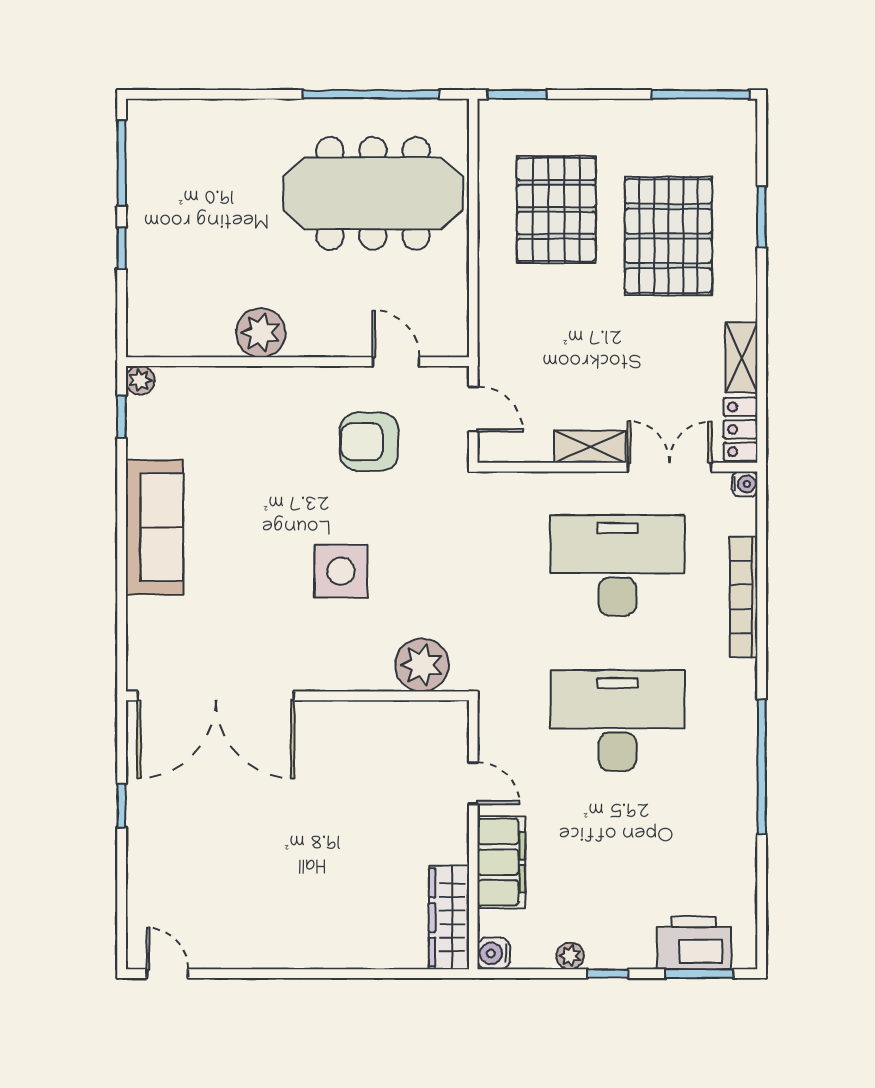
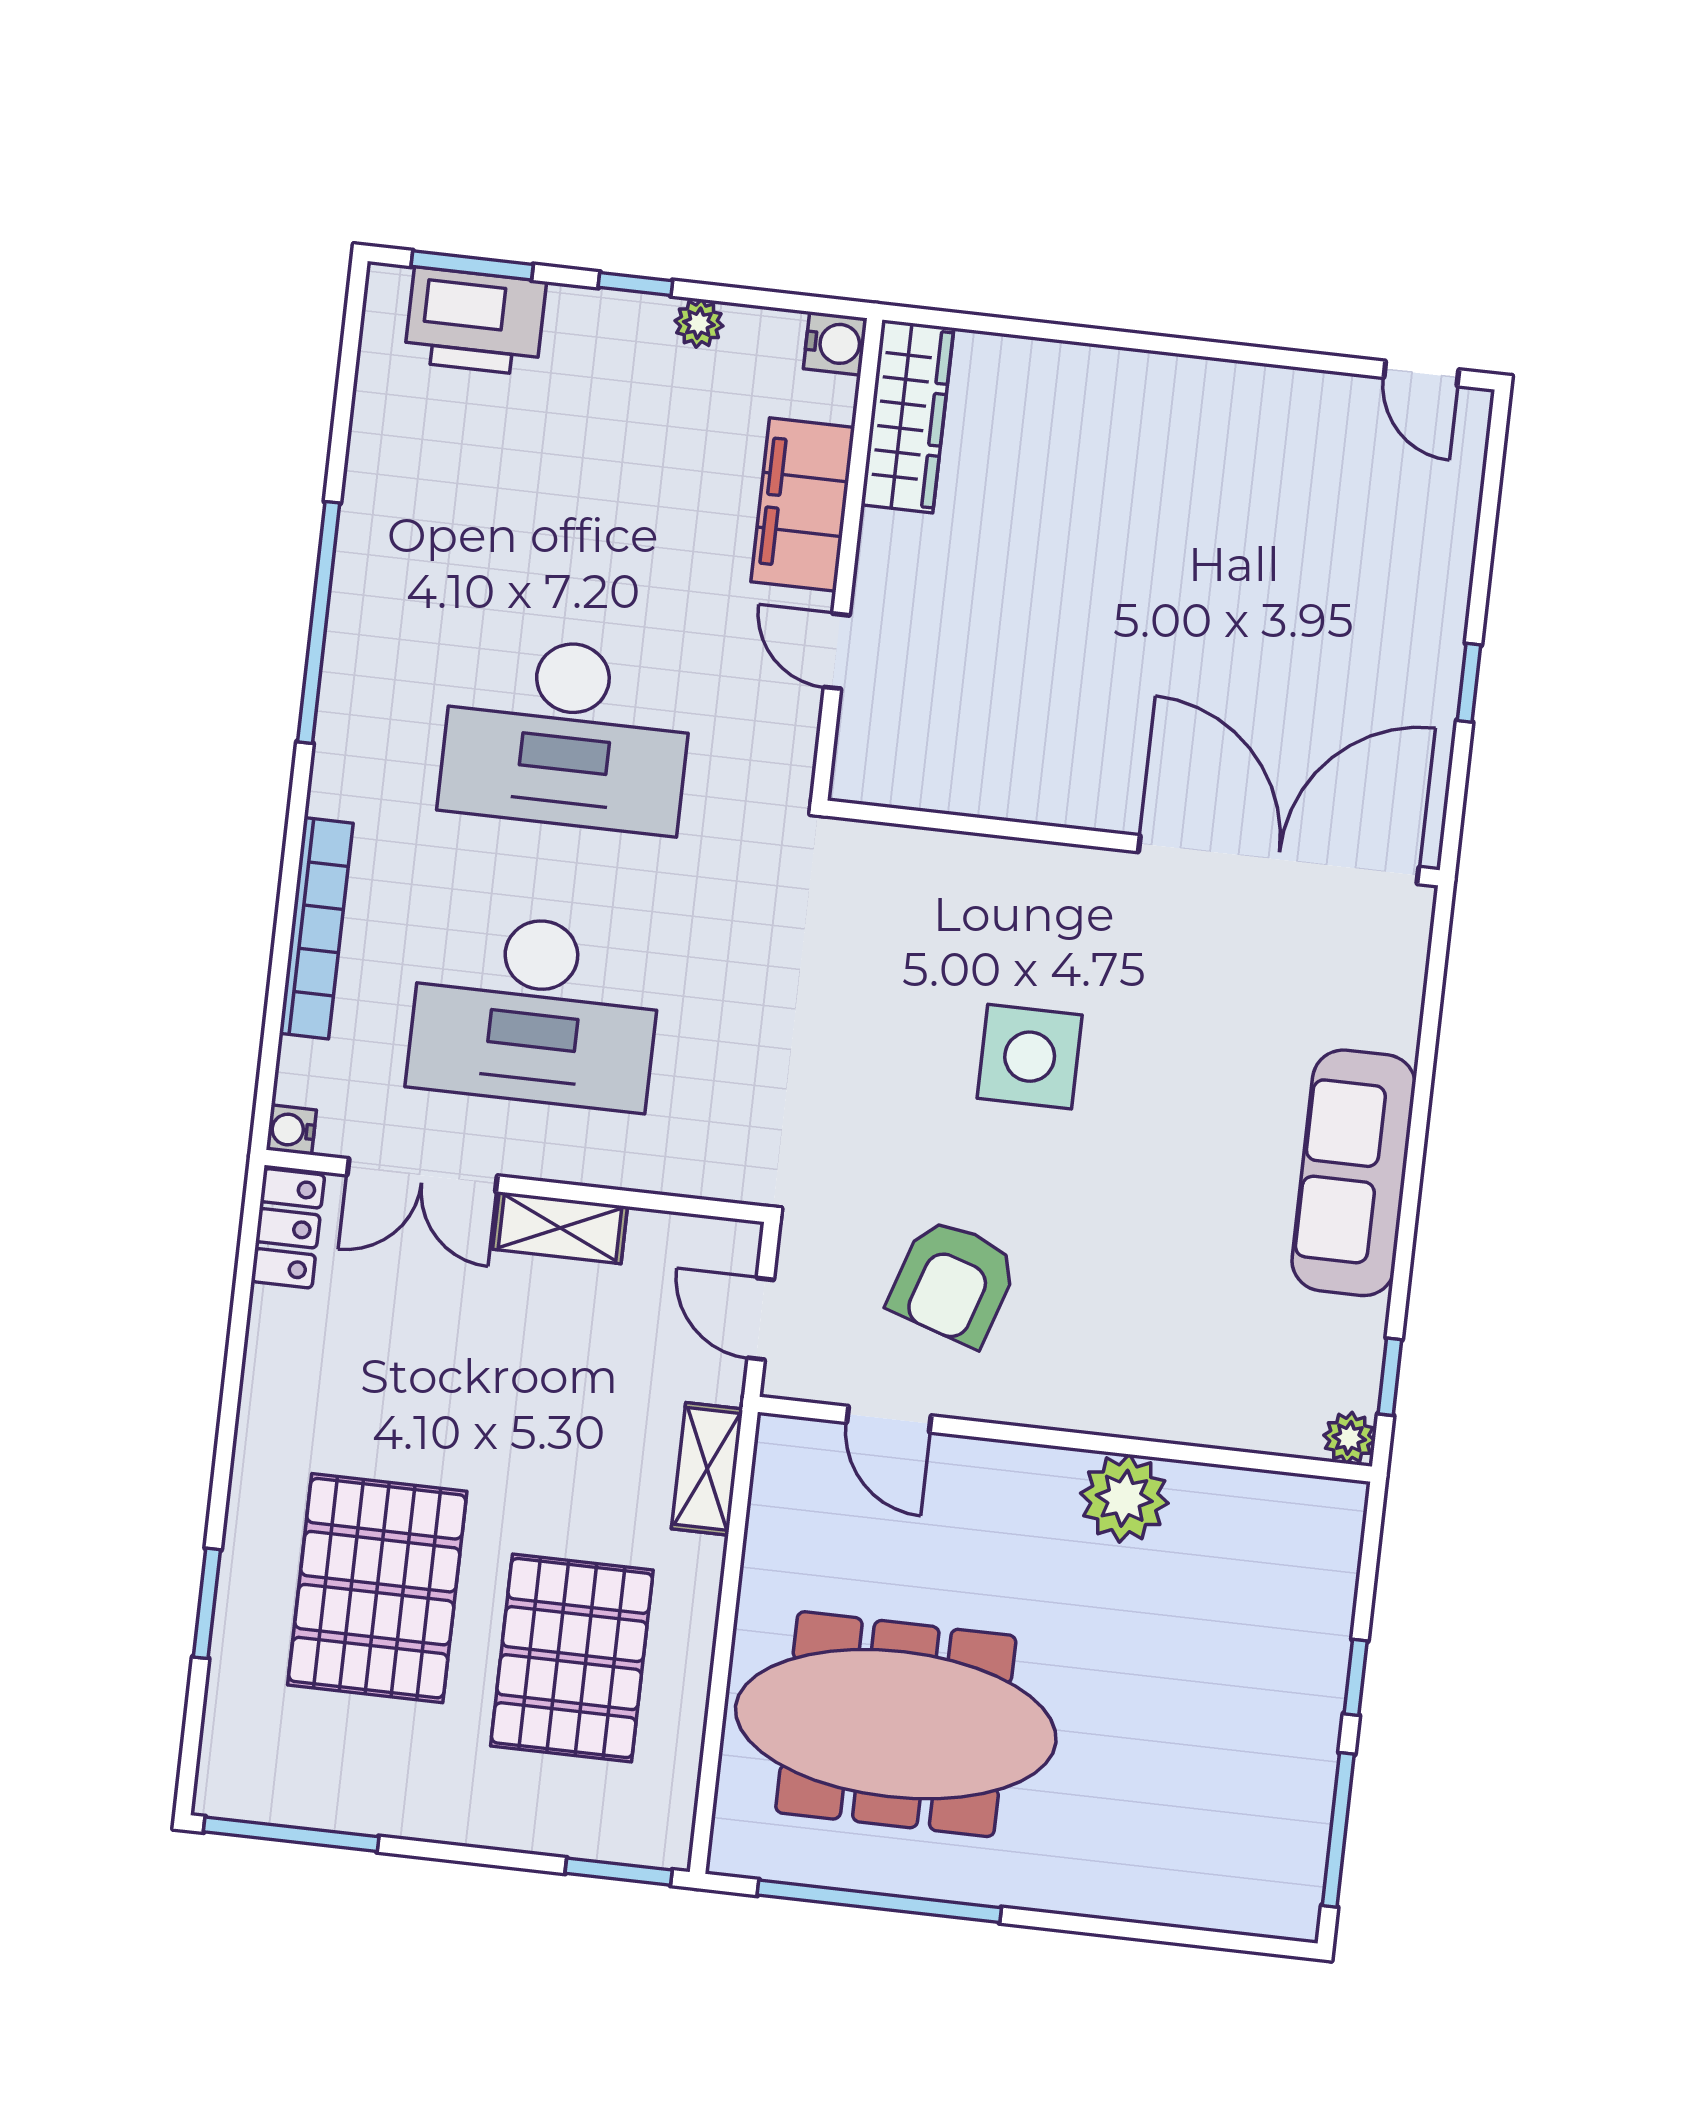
shelving: (741, 358) -> (707, 1469), moved
armchair: (369, 442) -> (953, 1282), turned 108
plant: (422, 665) -> (904, 873), removed

